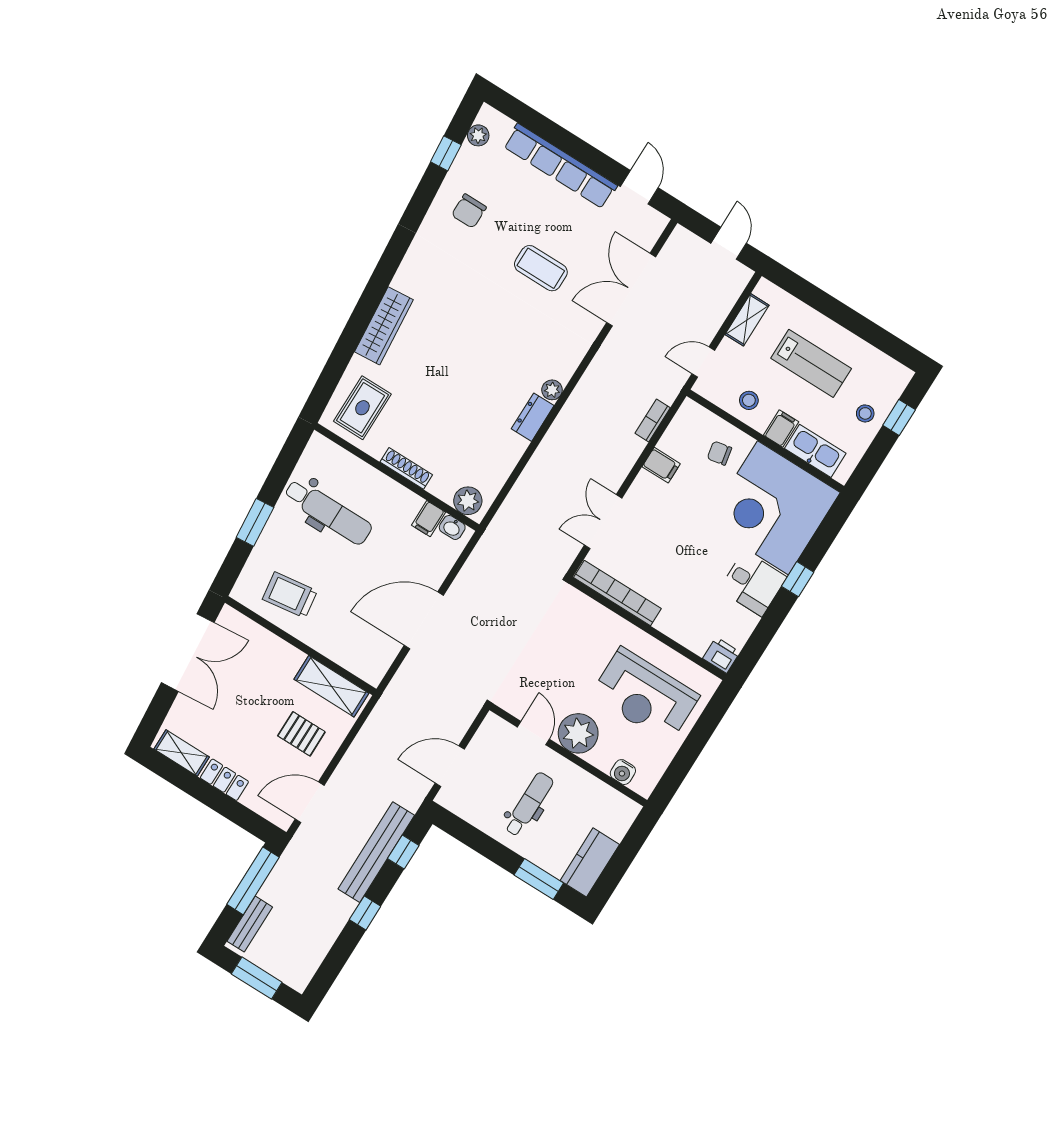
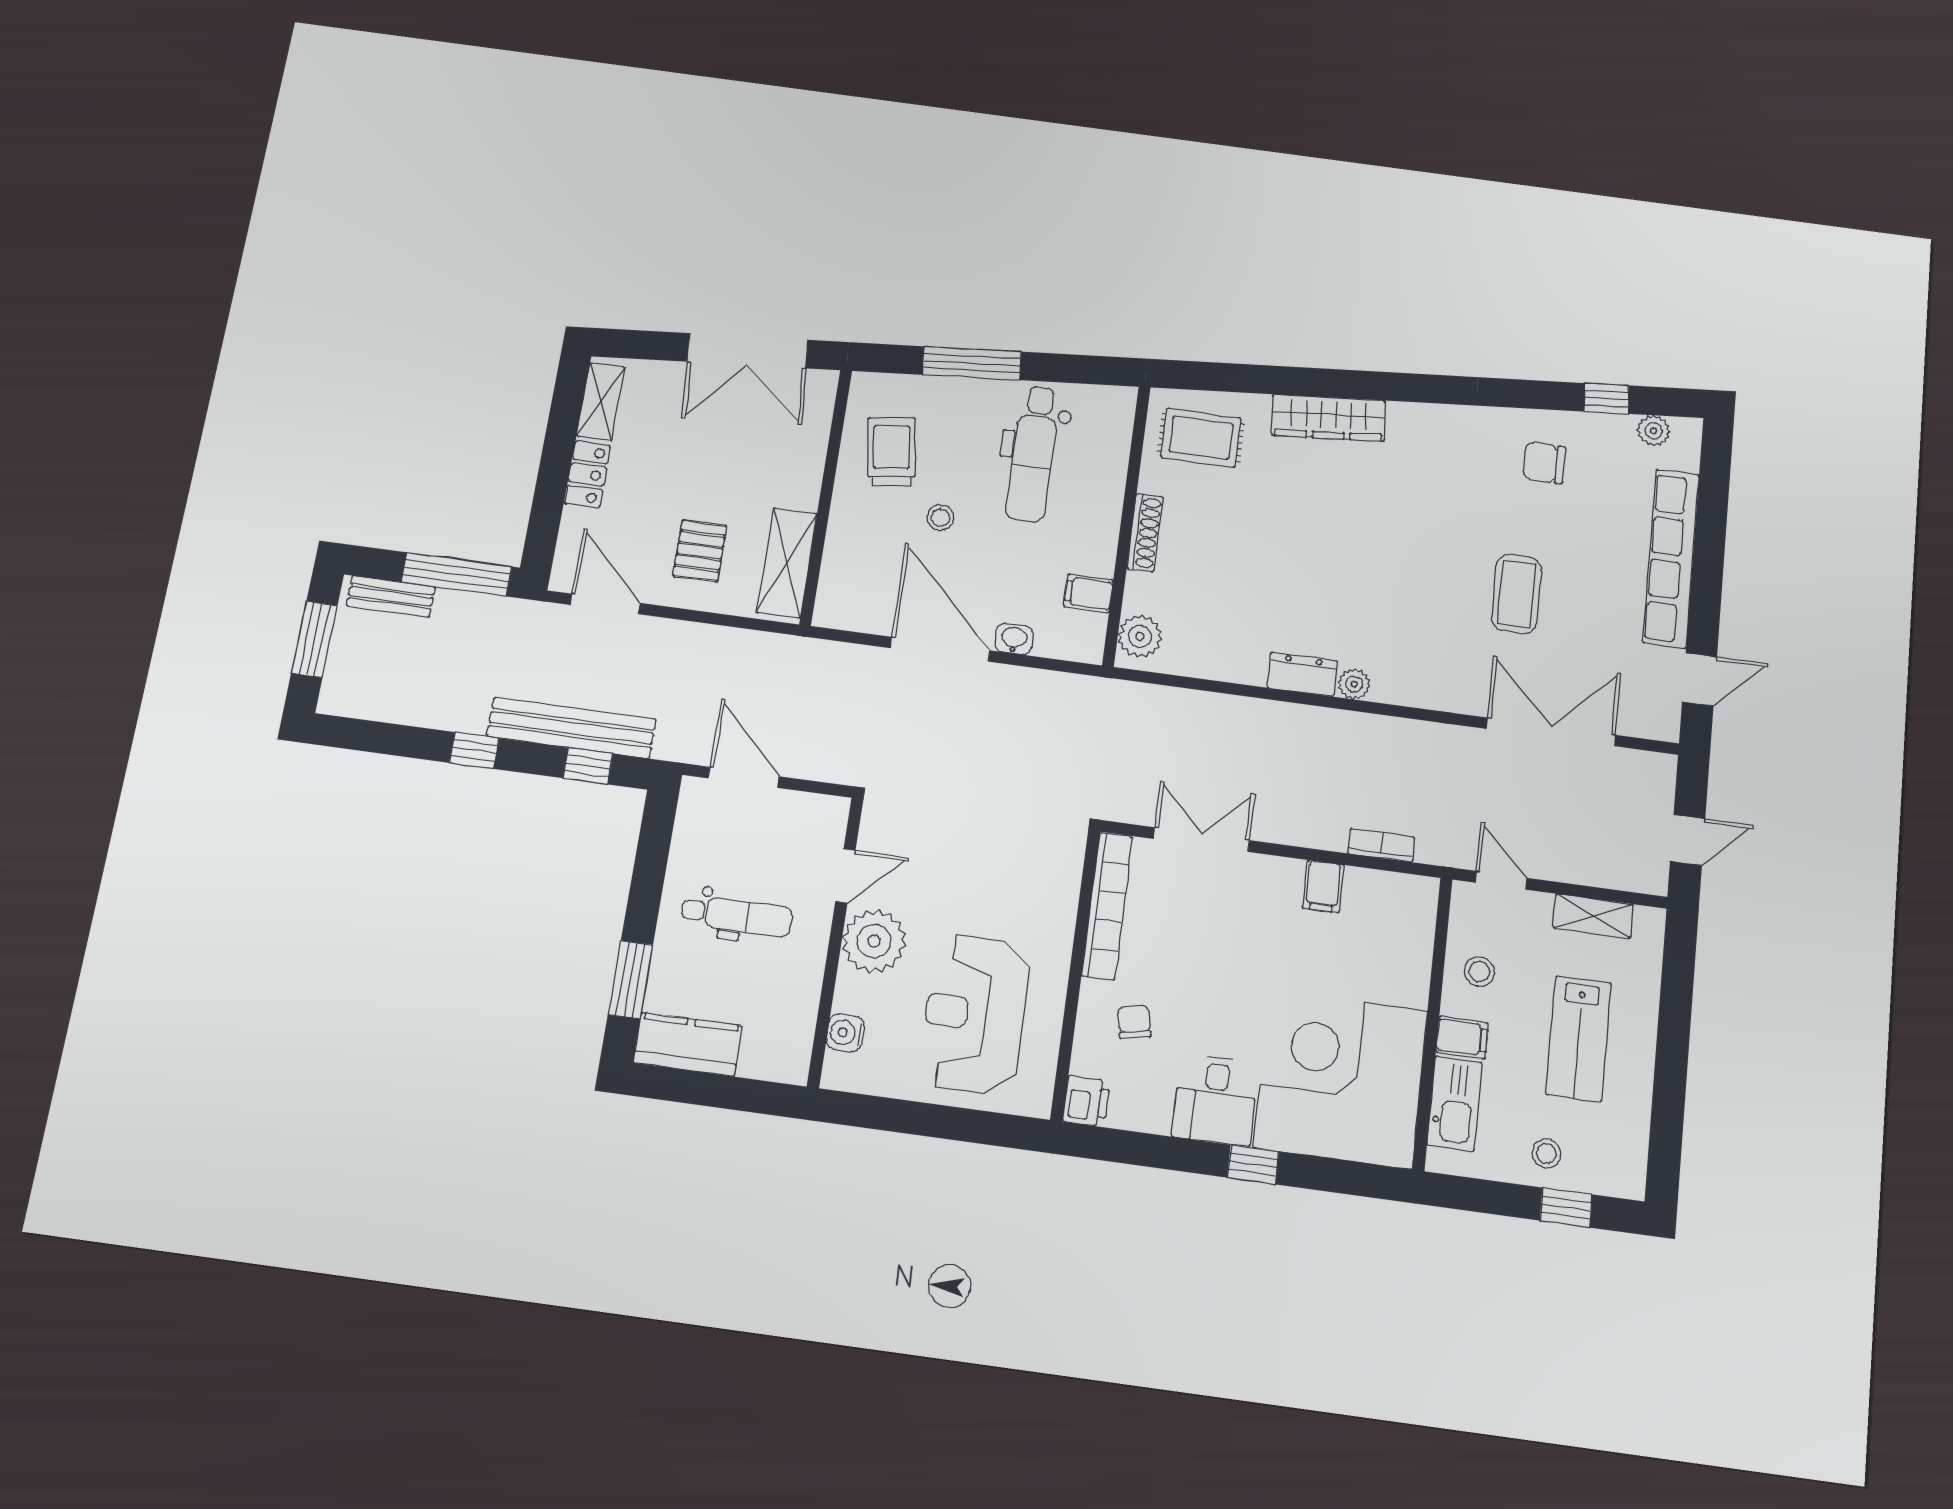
chair: (719, 453) -> (1134, 1022), moved
window: (255, 522) -> (972, 363), width x1.44
washbasin: (452, 527) -> (1014, 639), moved, turned 90
stool: (344, 584) -> (940, 518), added

